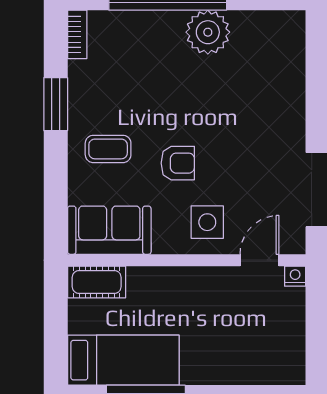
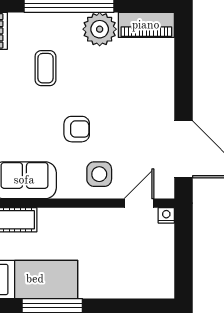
piano: (269, 27) -> (146, 25), added
coffee table: (108, 149) -> (45, 68), moved, turned 90

